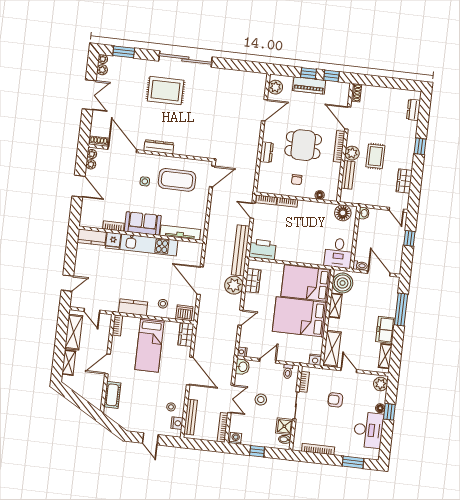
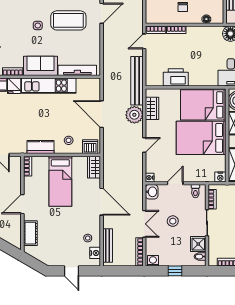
door: (253, 211) -> (144, 41), hinge flipped
printer: (262, 249) -> (176, 77), moved

